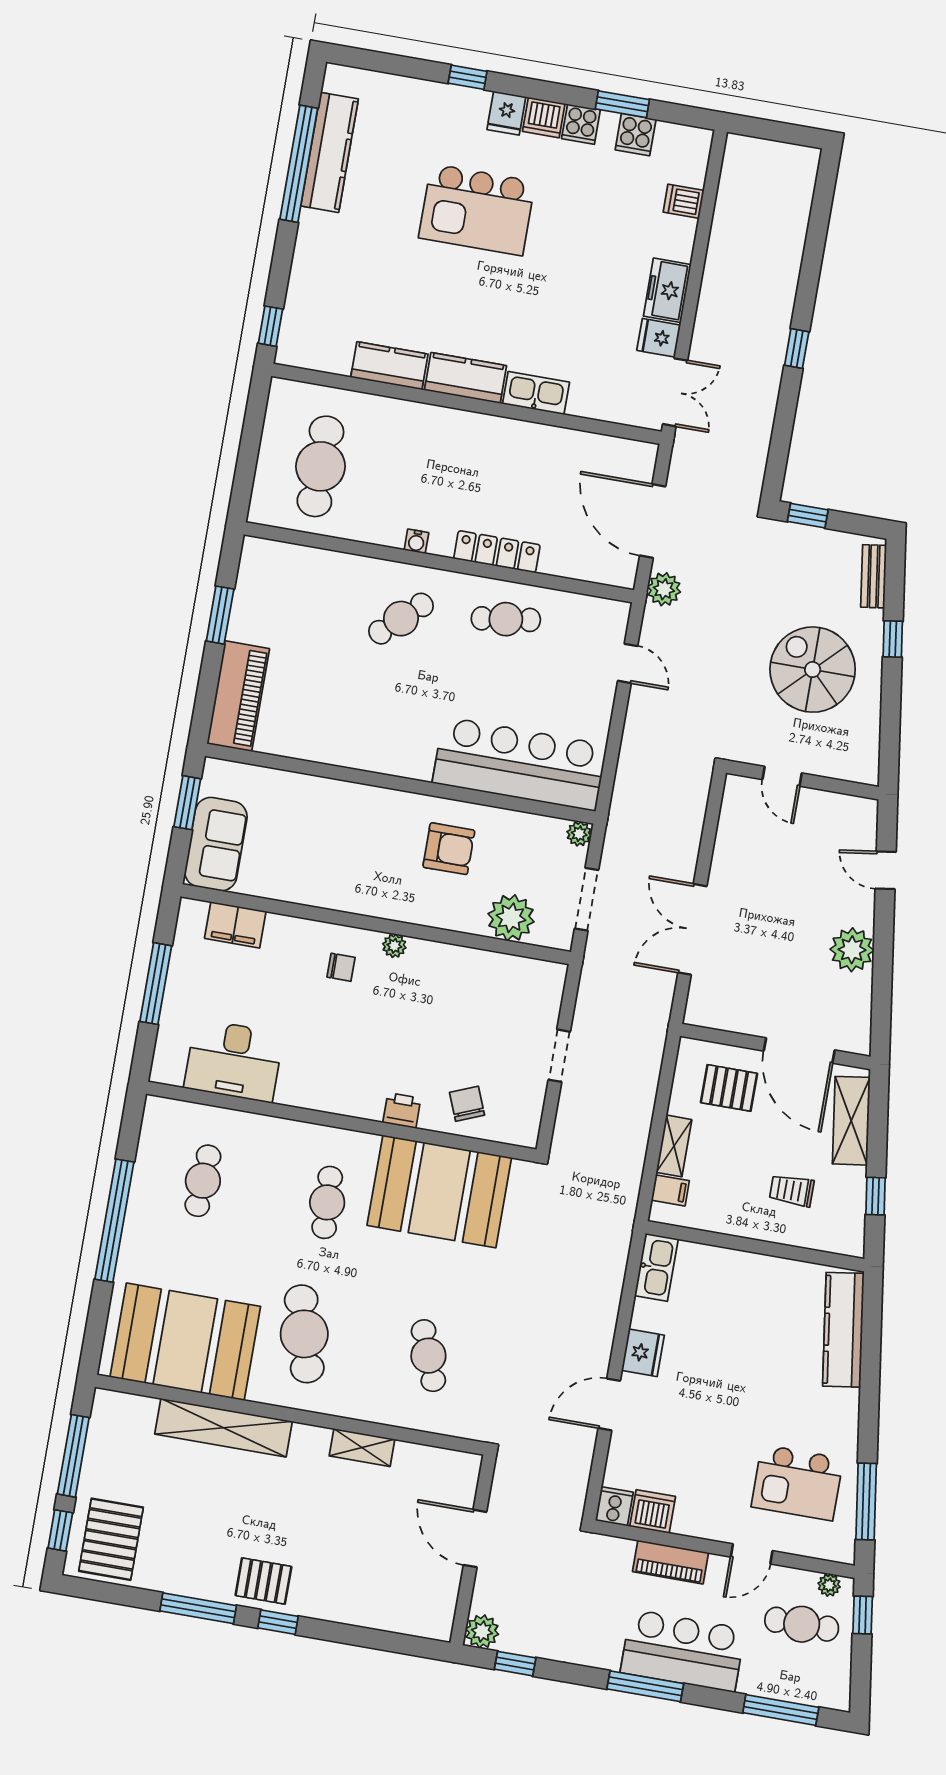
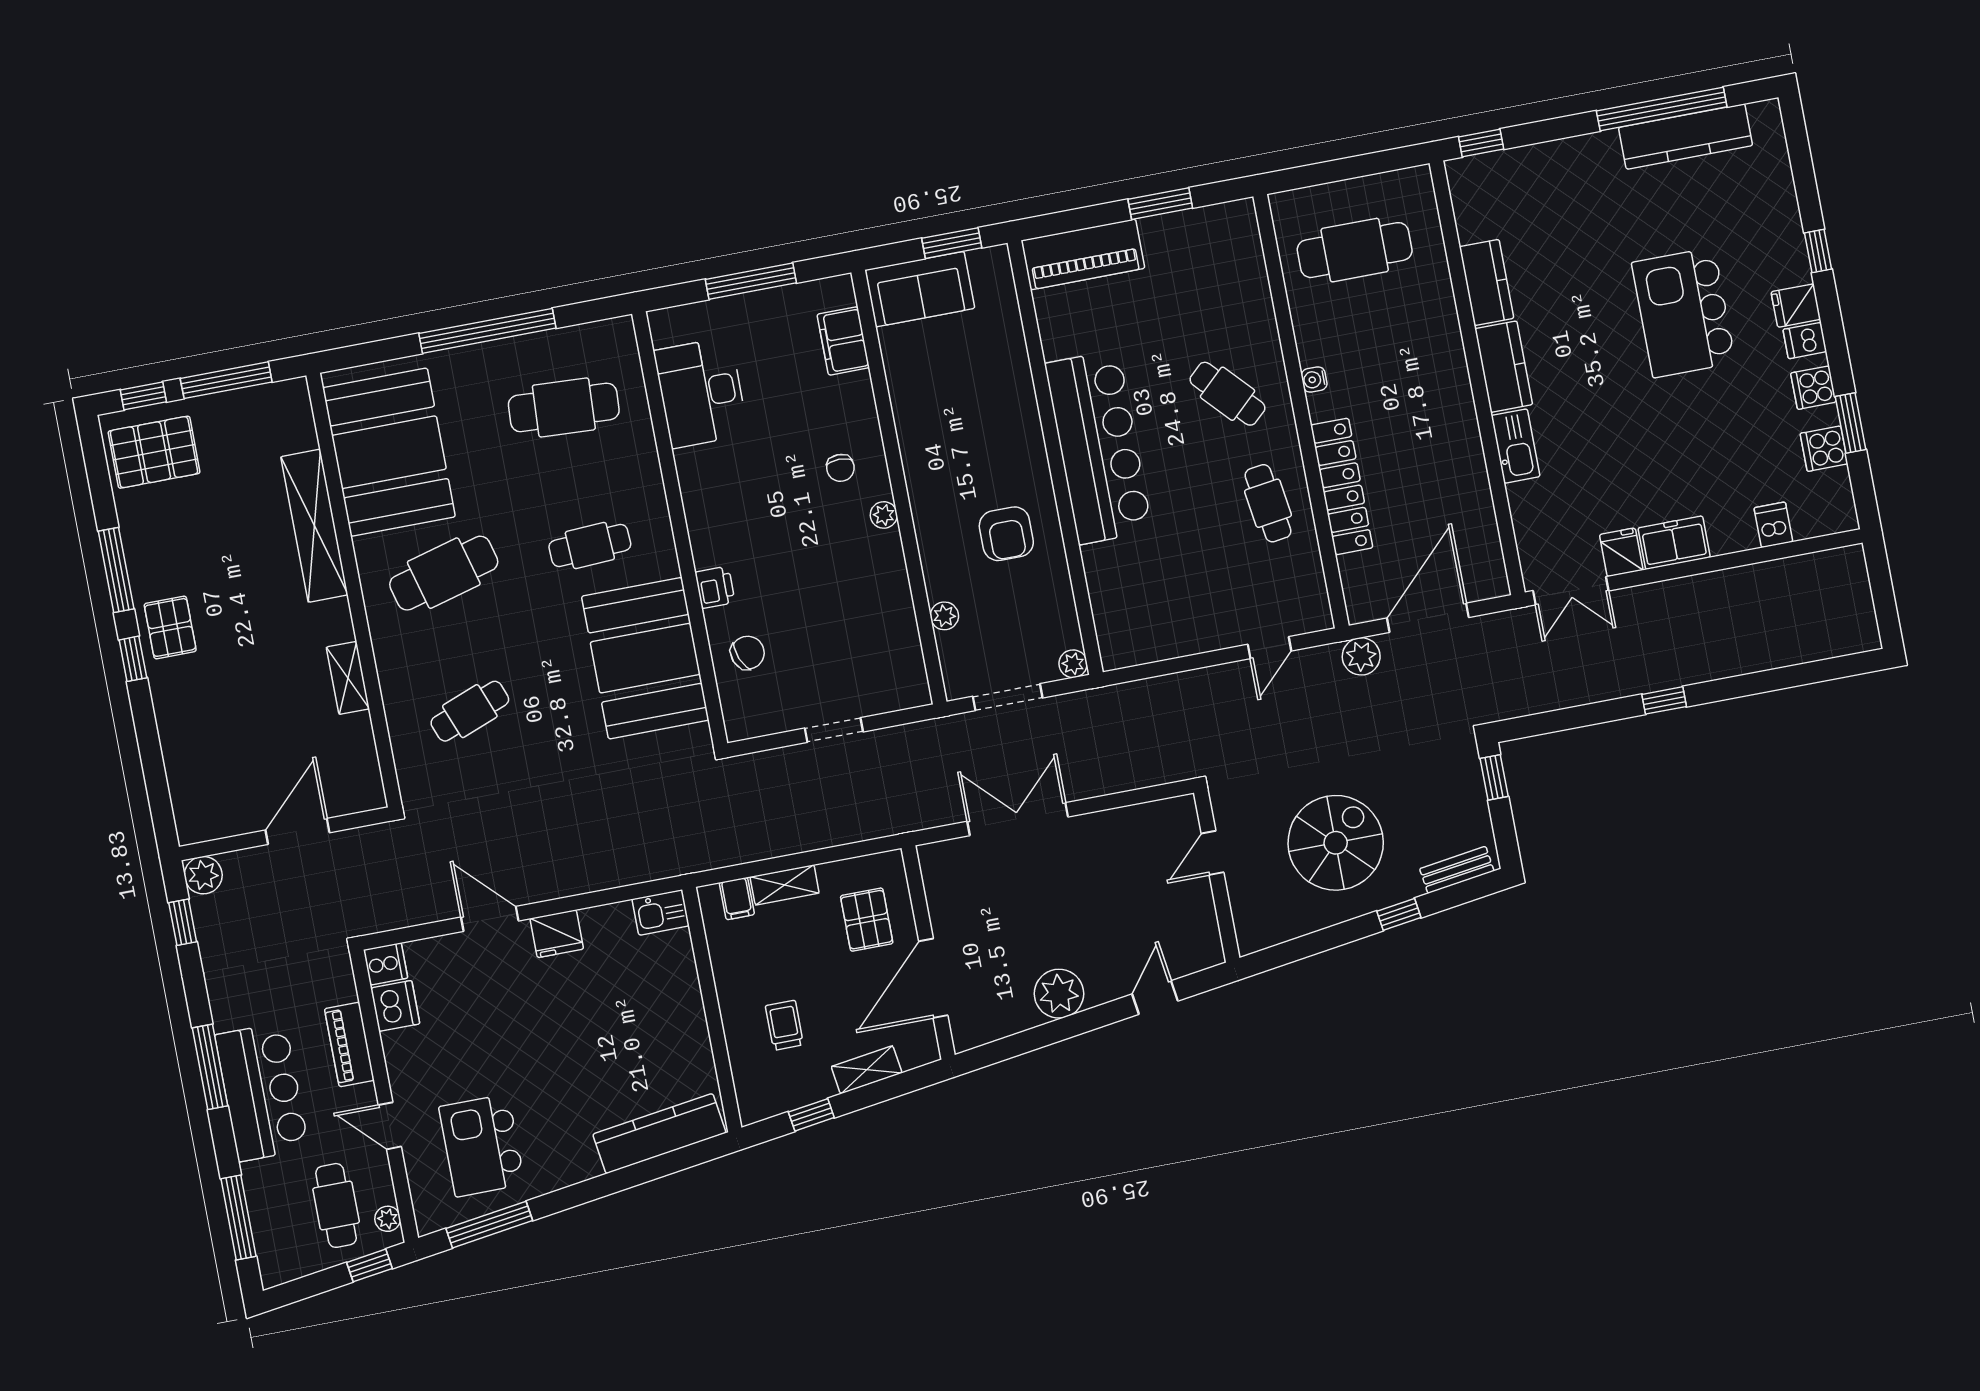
dishwasher: (544, 117) -> (1805, 341), width x0.73
locker: (497, 552) -> (1342, 486), width x1.41, depth x1.21
bar counter: (520, 764) -> (1098, 447), moved
plant: (511, 918) -> (944, 616), width x0.53, depth x0.53
shelving: (851, 1121) -> (867, 1070), width x0.67, depth x0.75
cafe table: (203, 1181) -> (564, 407), width x1.37, depth x1.35
kitchen sink: (656, 1267) -> (661, 912), width x0.73

